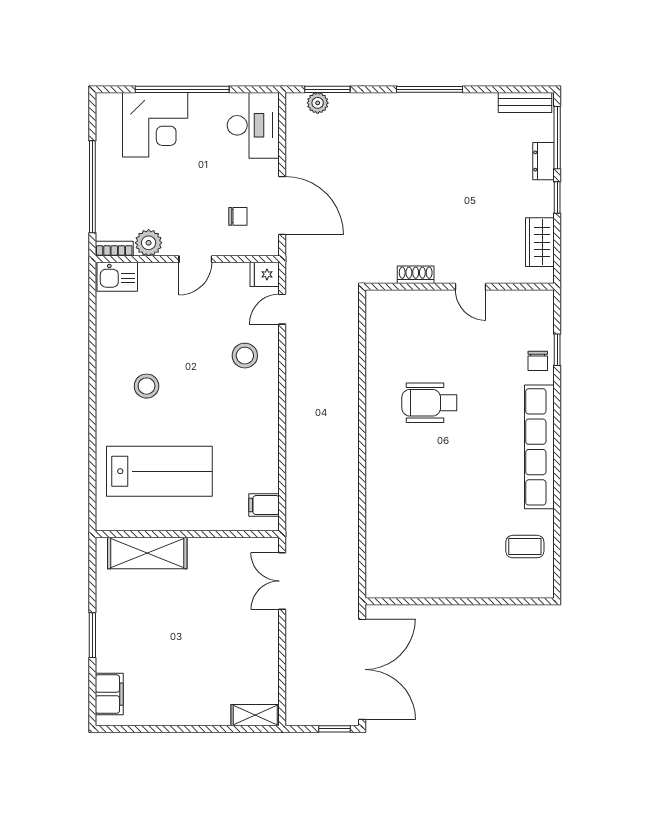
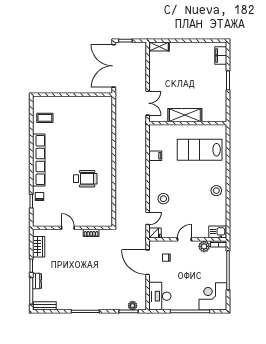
corner desk: (155, 125) -> (213, 296), moved
stool: (147, 386) -> (216, 191), moved
filing cabinet: (264, 505) -> (155, 156), moved
shelving: (147, 553) -> (185, 115), moved

